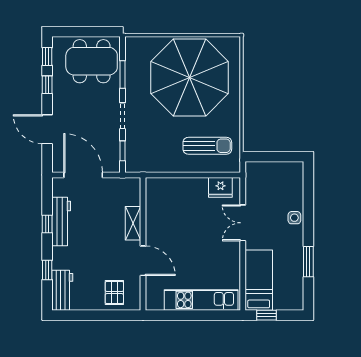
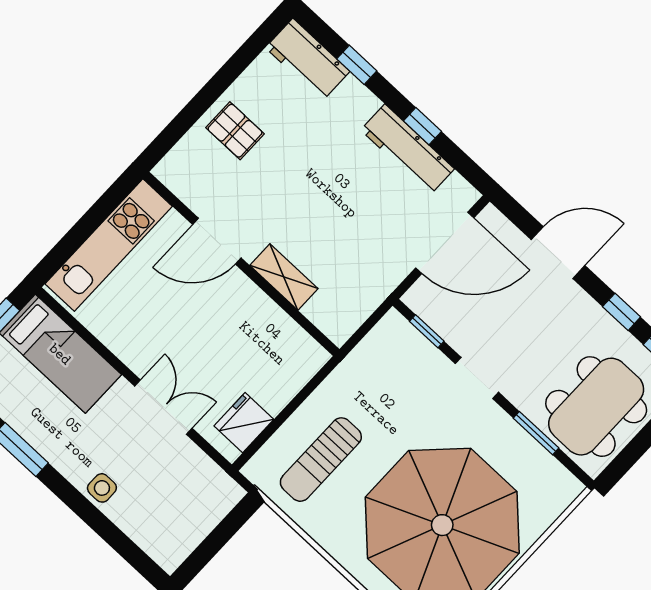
shelving: (133, 223) -> (284, 277), moved
wall: (143, 244) -> (241, 264), moved
door: (143, 261) -> (217, 241), moved

